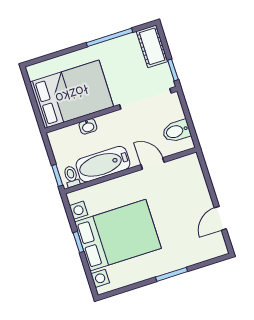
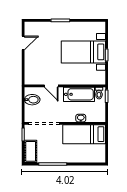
bed: (72, 94) -> (84, 134), width x0.67
bed with nightstands: (118, 235) -> (83, 52), width x0.73

